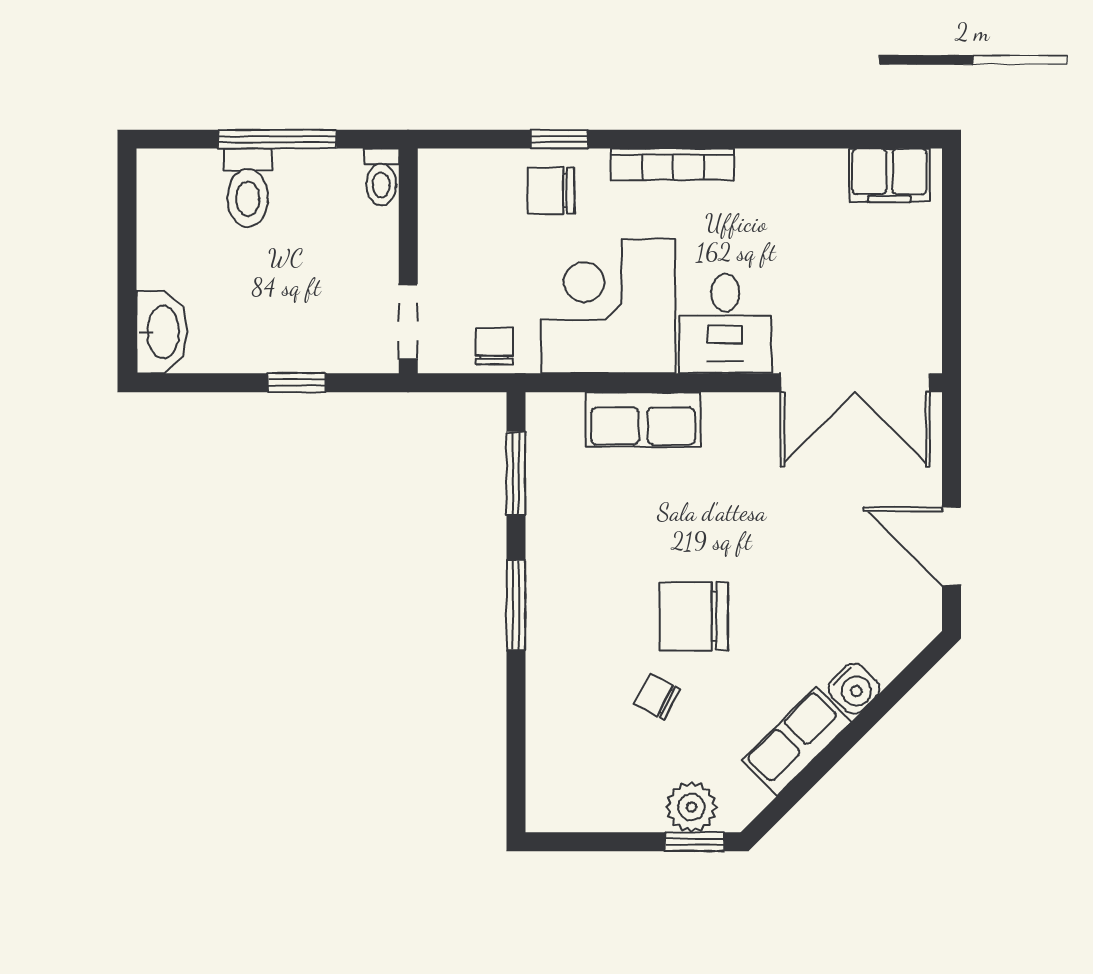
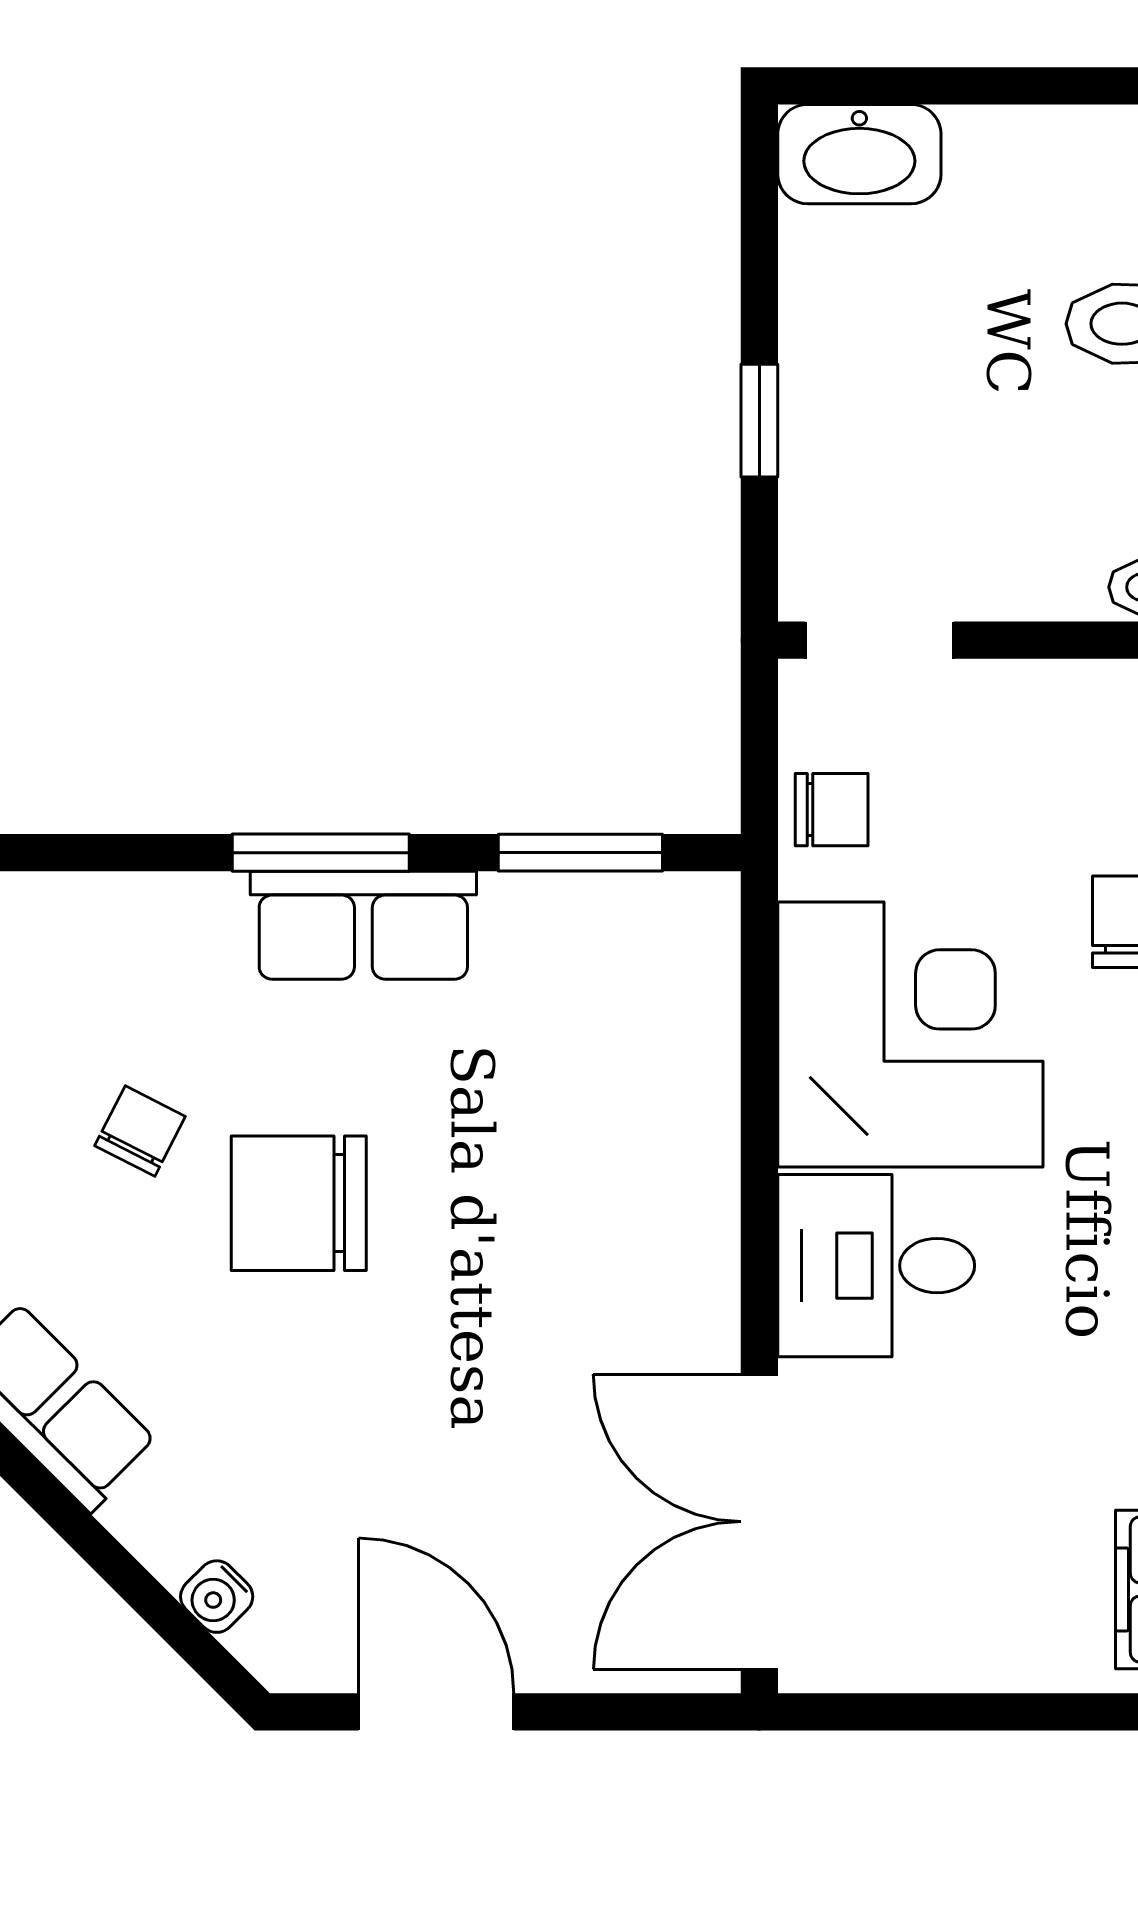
row of seats: (643, 419) -> (363, 925), moved, turned -90
door: (952, 547) -> (436, 1712), hinge flipped
chair: (694, 616) -> (299, 1203), turned -90
water cooler: (854, 689) -> (217, 1597), moved, width x0.72, depth x0.72

